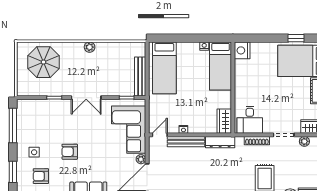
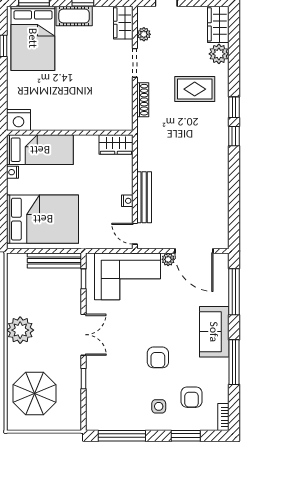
plant: (90, 47) -> (20, 330), width x1.88, depth x1.88
bed: (164, 68) -> (43, 219), width x1.50
desk: (250, 120) -> (114, 110), removed
dresser: (220, 142) -> (145, 150), removed

